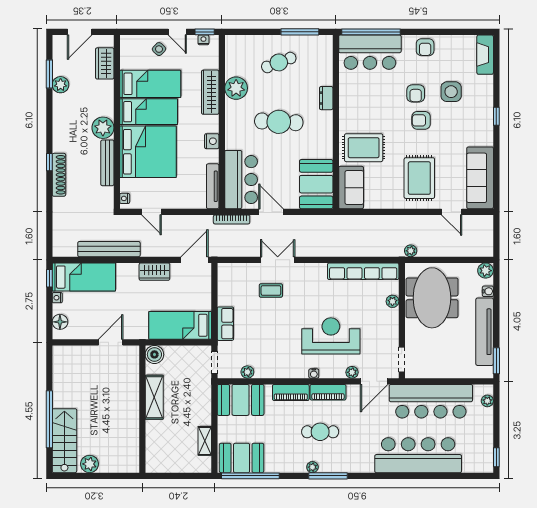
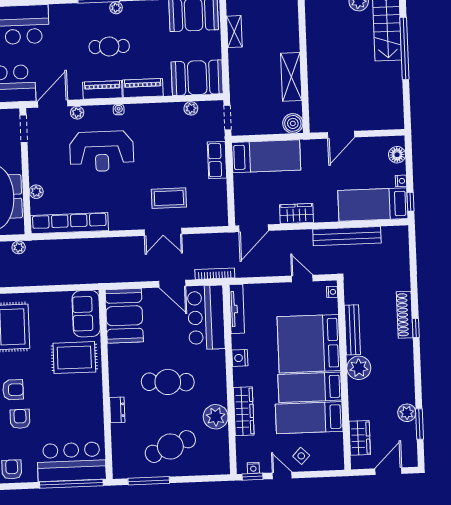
cafe table: (279, 62) -> (170, 447), width x1.37, depth x1.35
coffee table: (271, 290) -> (169, 198), width x1.36, depth x1.30

